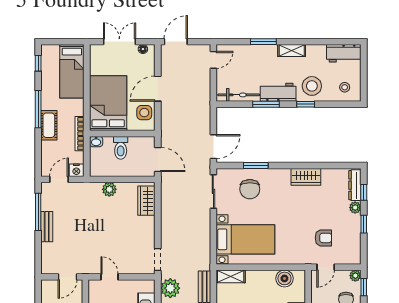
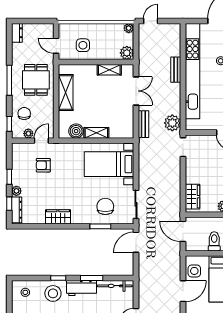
shelving: (231, 276) -> (96, 133), moved
plant: (355, 276) -> (28, 133), moved

